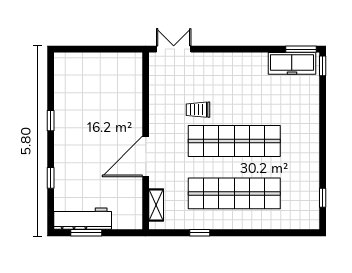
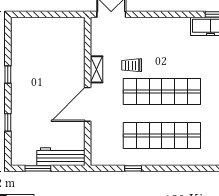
shelving: (156, 205) -> (97, 69), moved
workbench: (83, 219) -> (61, 157), moved

